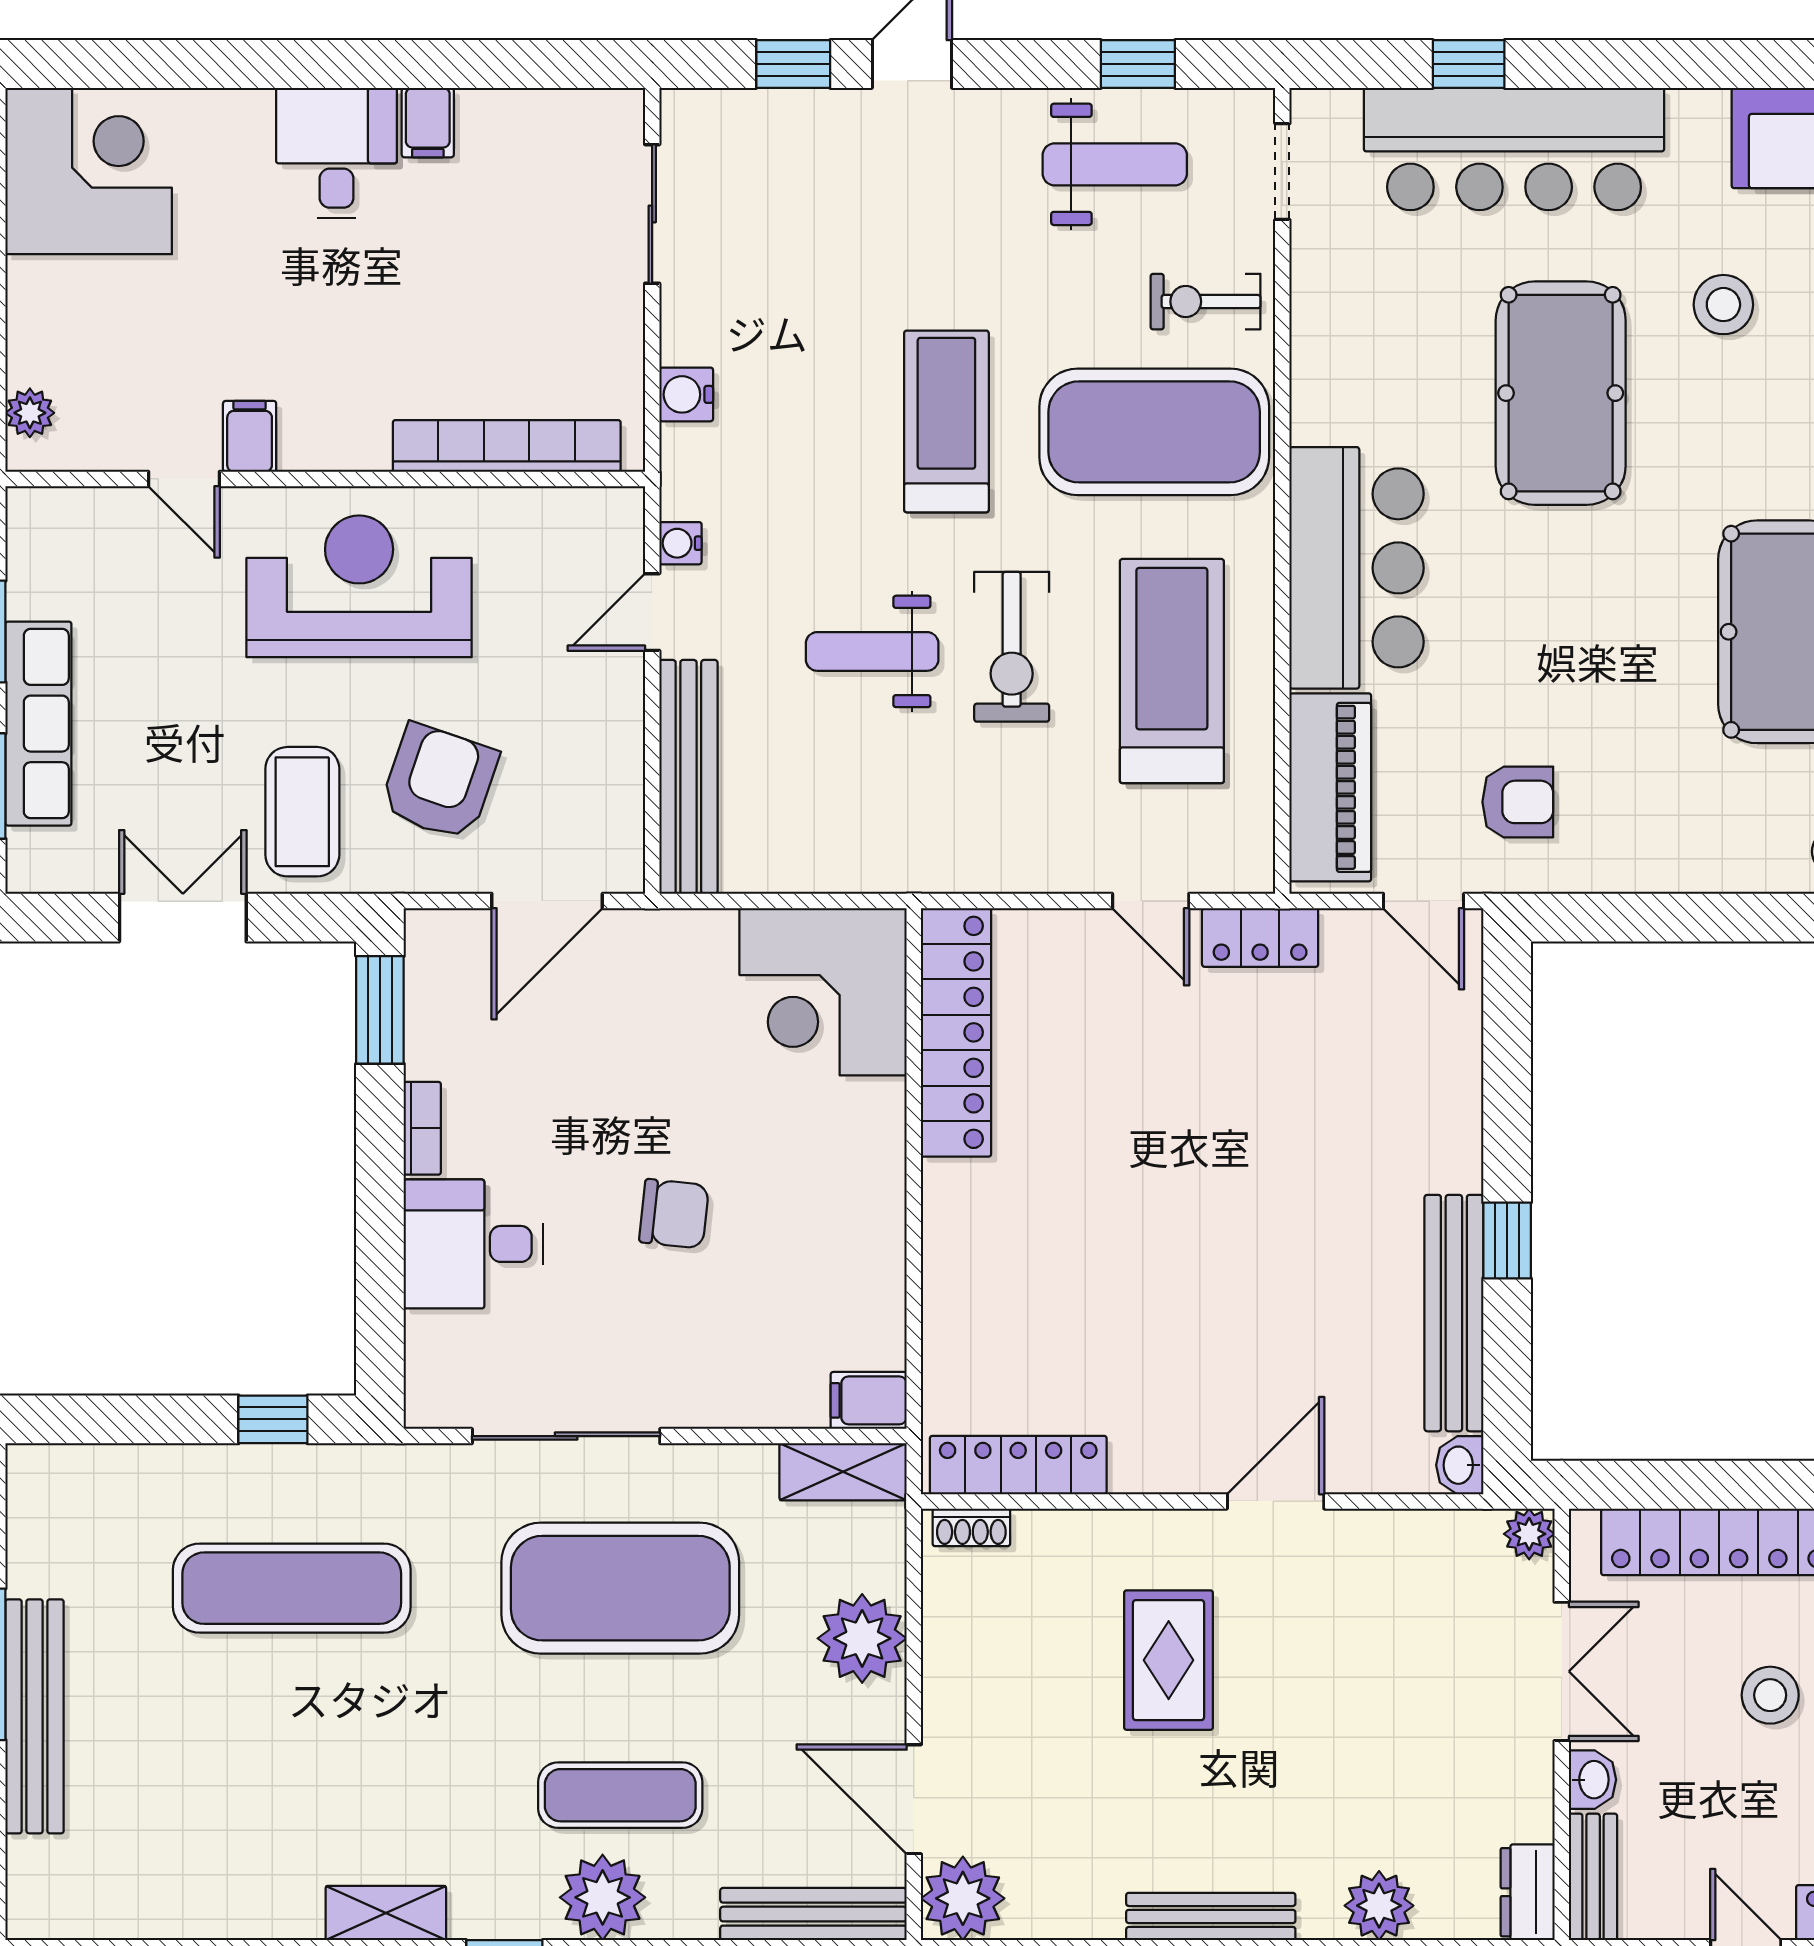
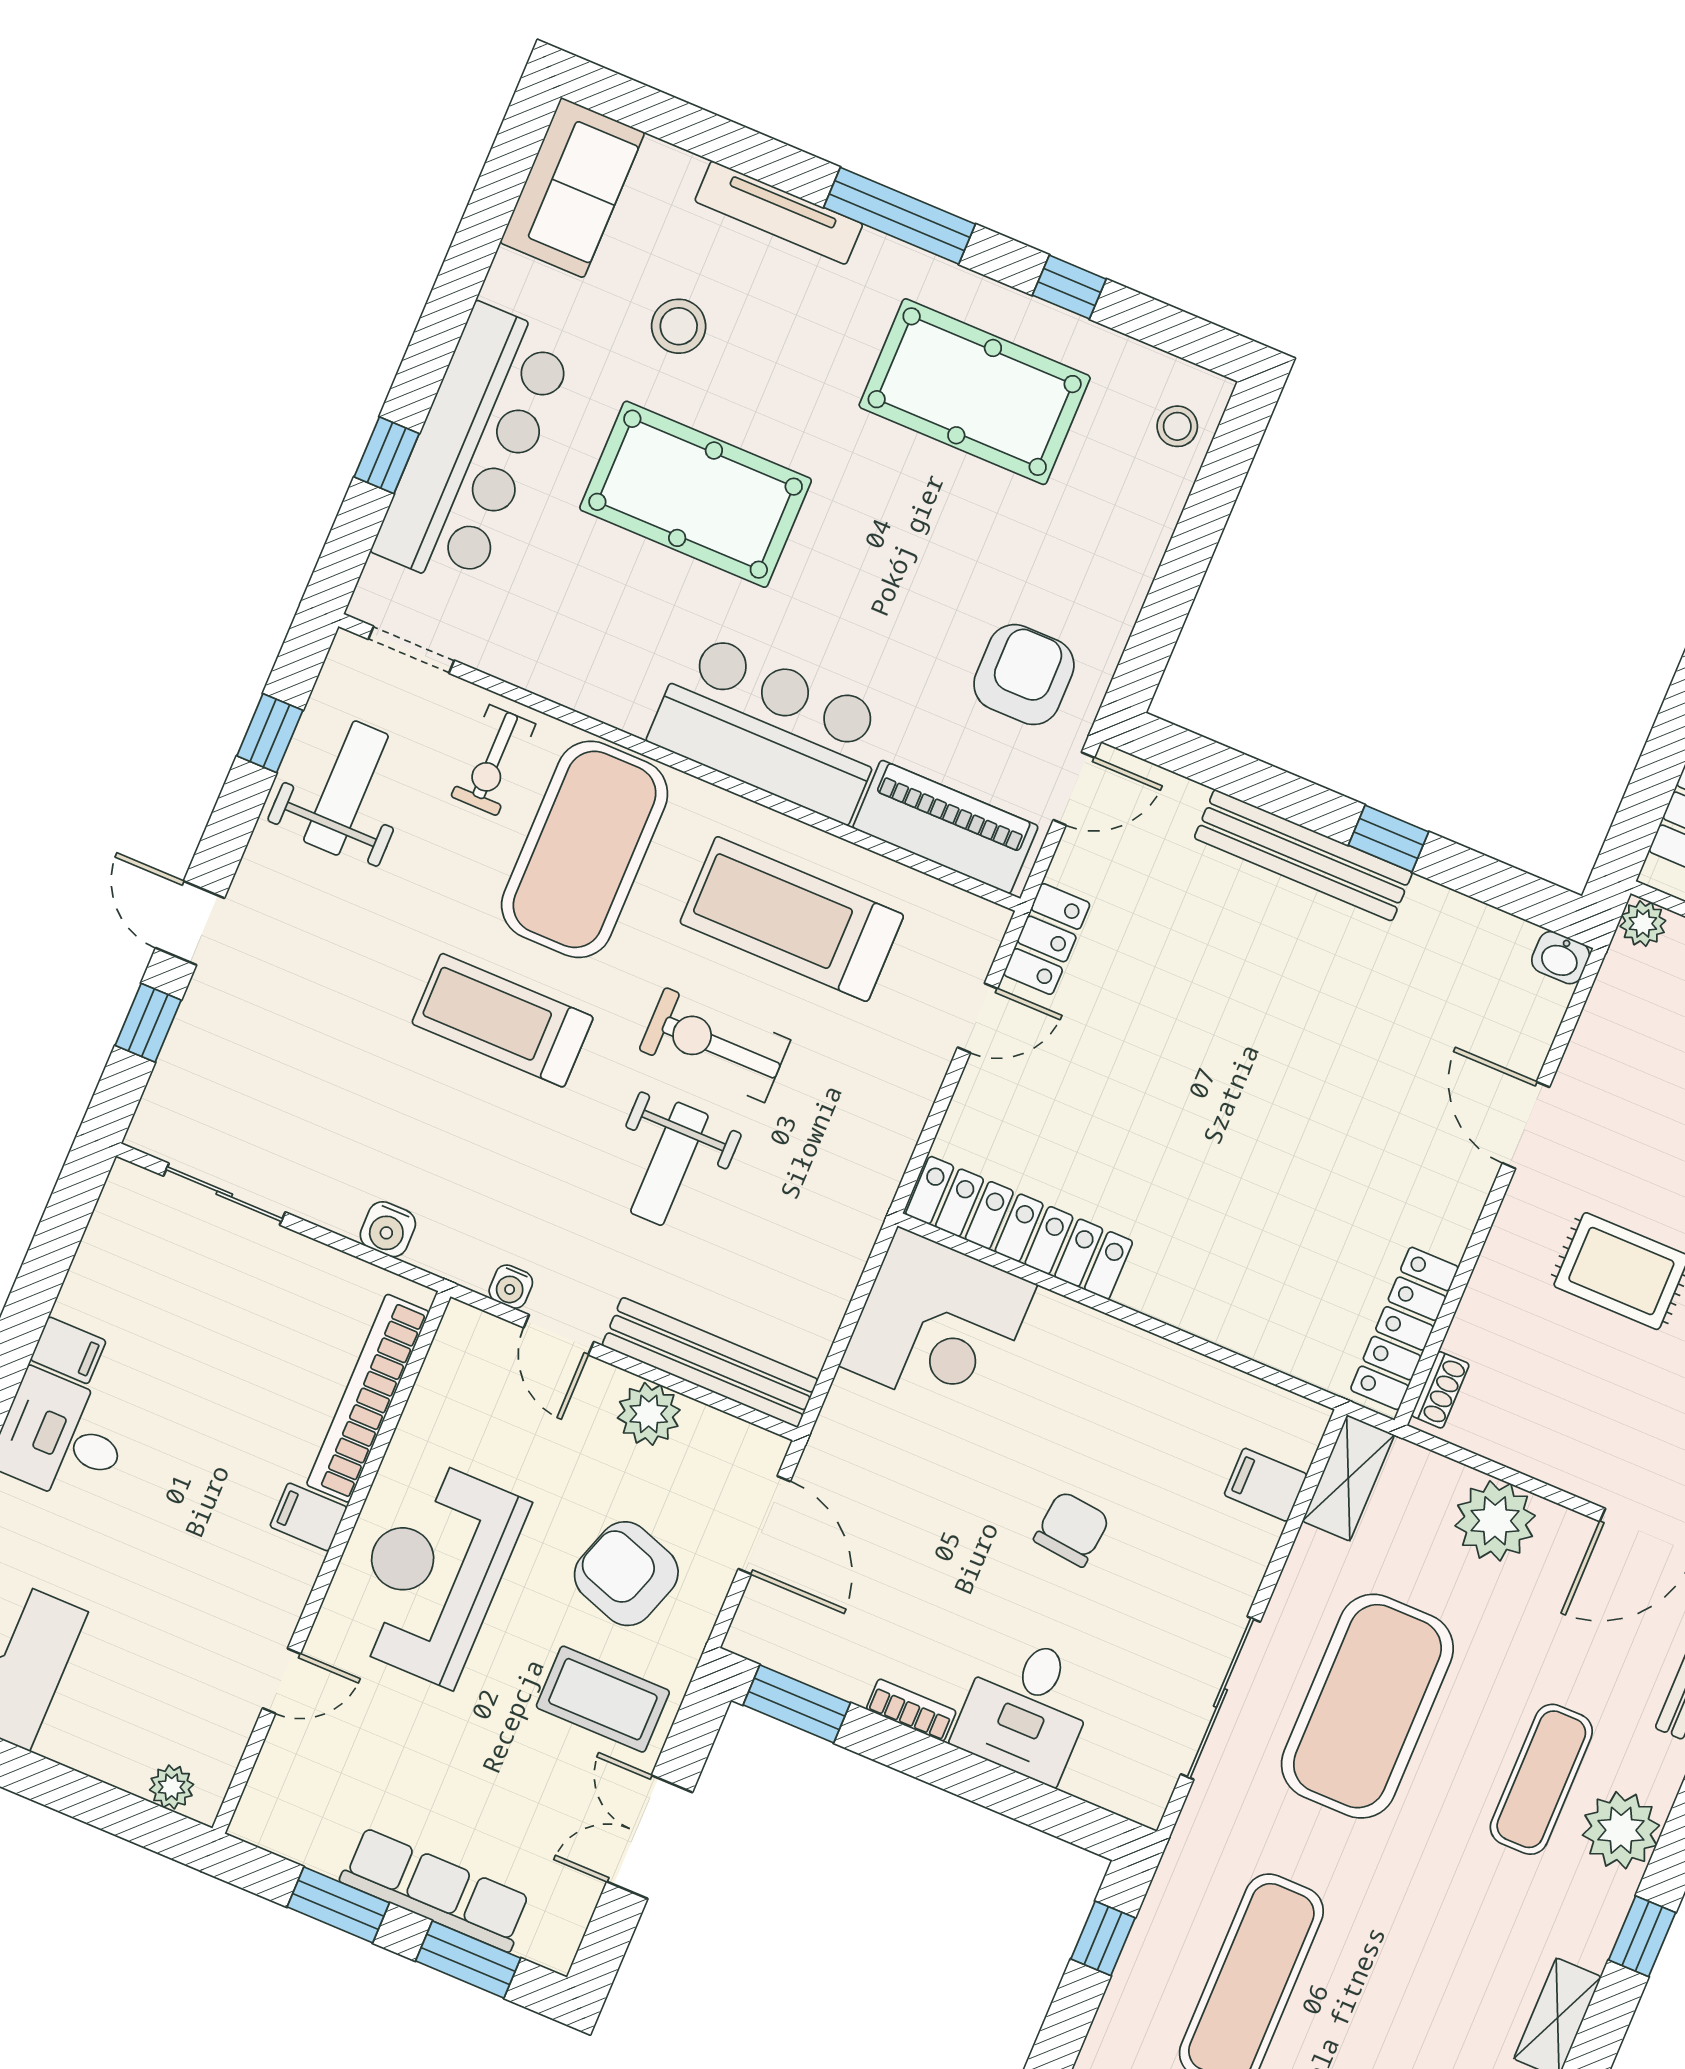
filing cabinet: (250, 436) -> (308, 1517), moved
exercise bike: (1012, 647) -> (715, 1045), turned 180
plant: (610, 737) -> (649, 1414), added
armchair: (1518, 802) -> (1024, 675), width x1.38, depth x1.38
bench: (1454, 1313) -> (1303, 855), moved
filing cabinet: (869, 1400) -> (1266, 1485), moved, turned 90

